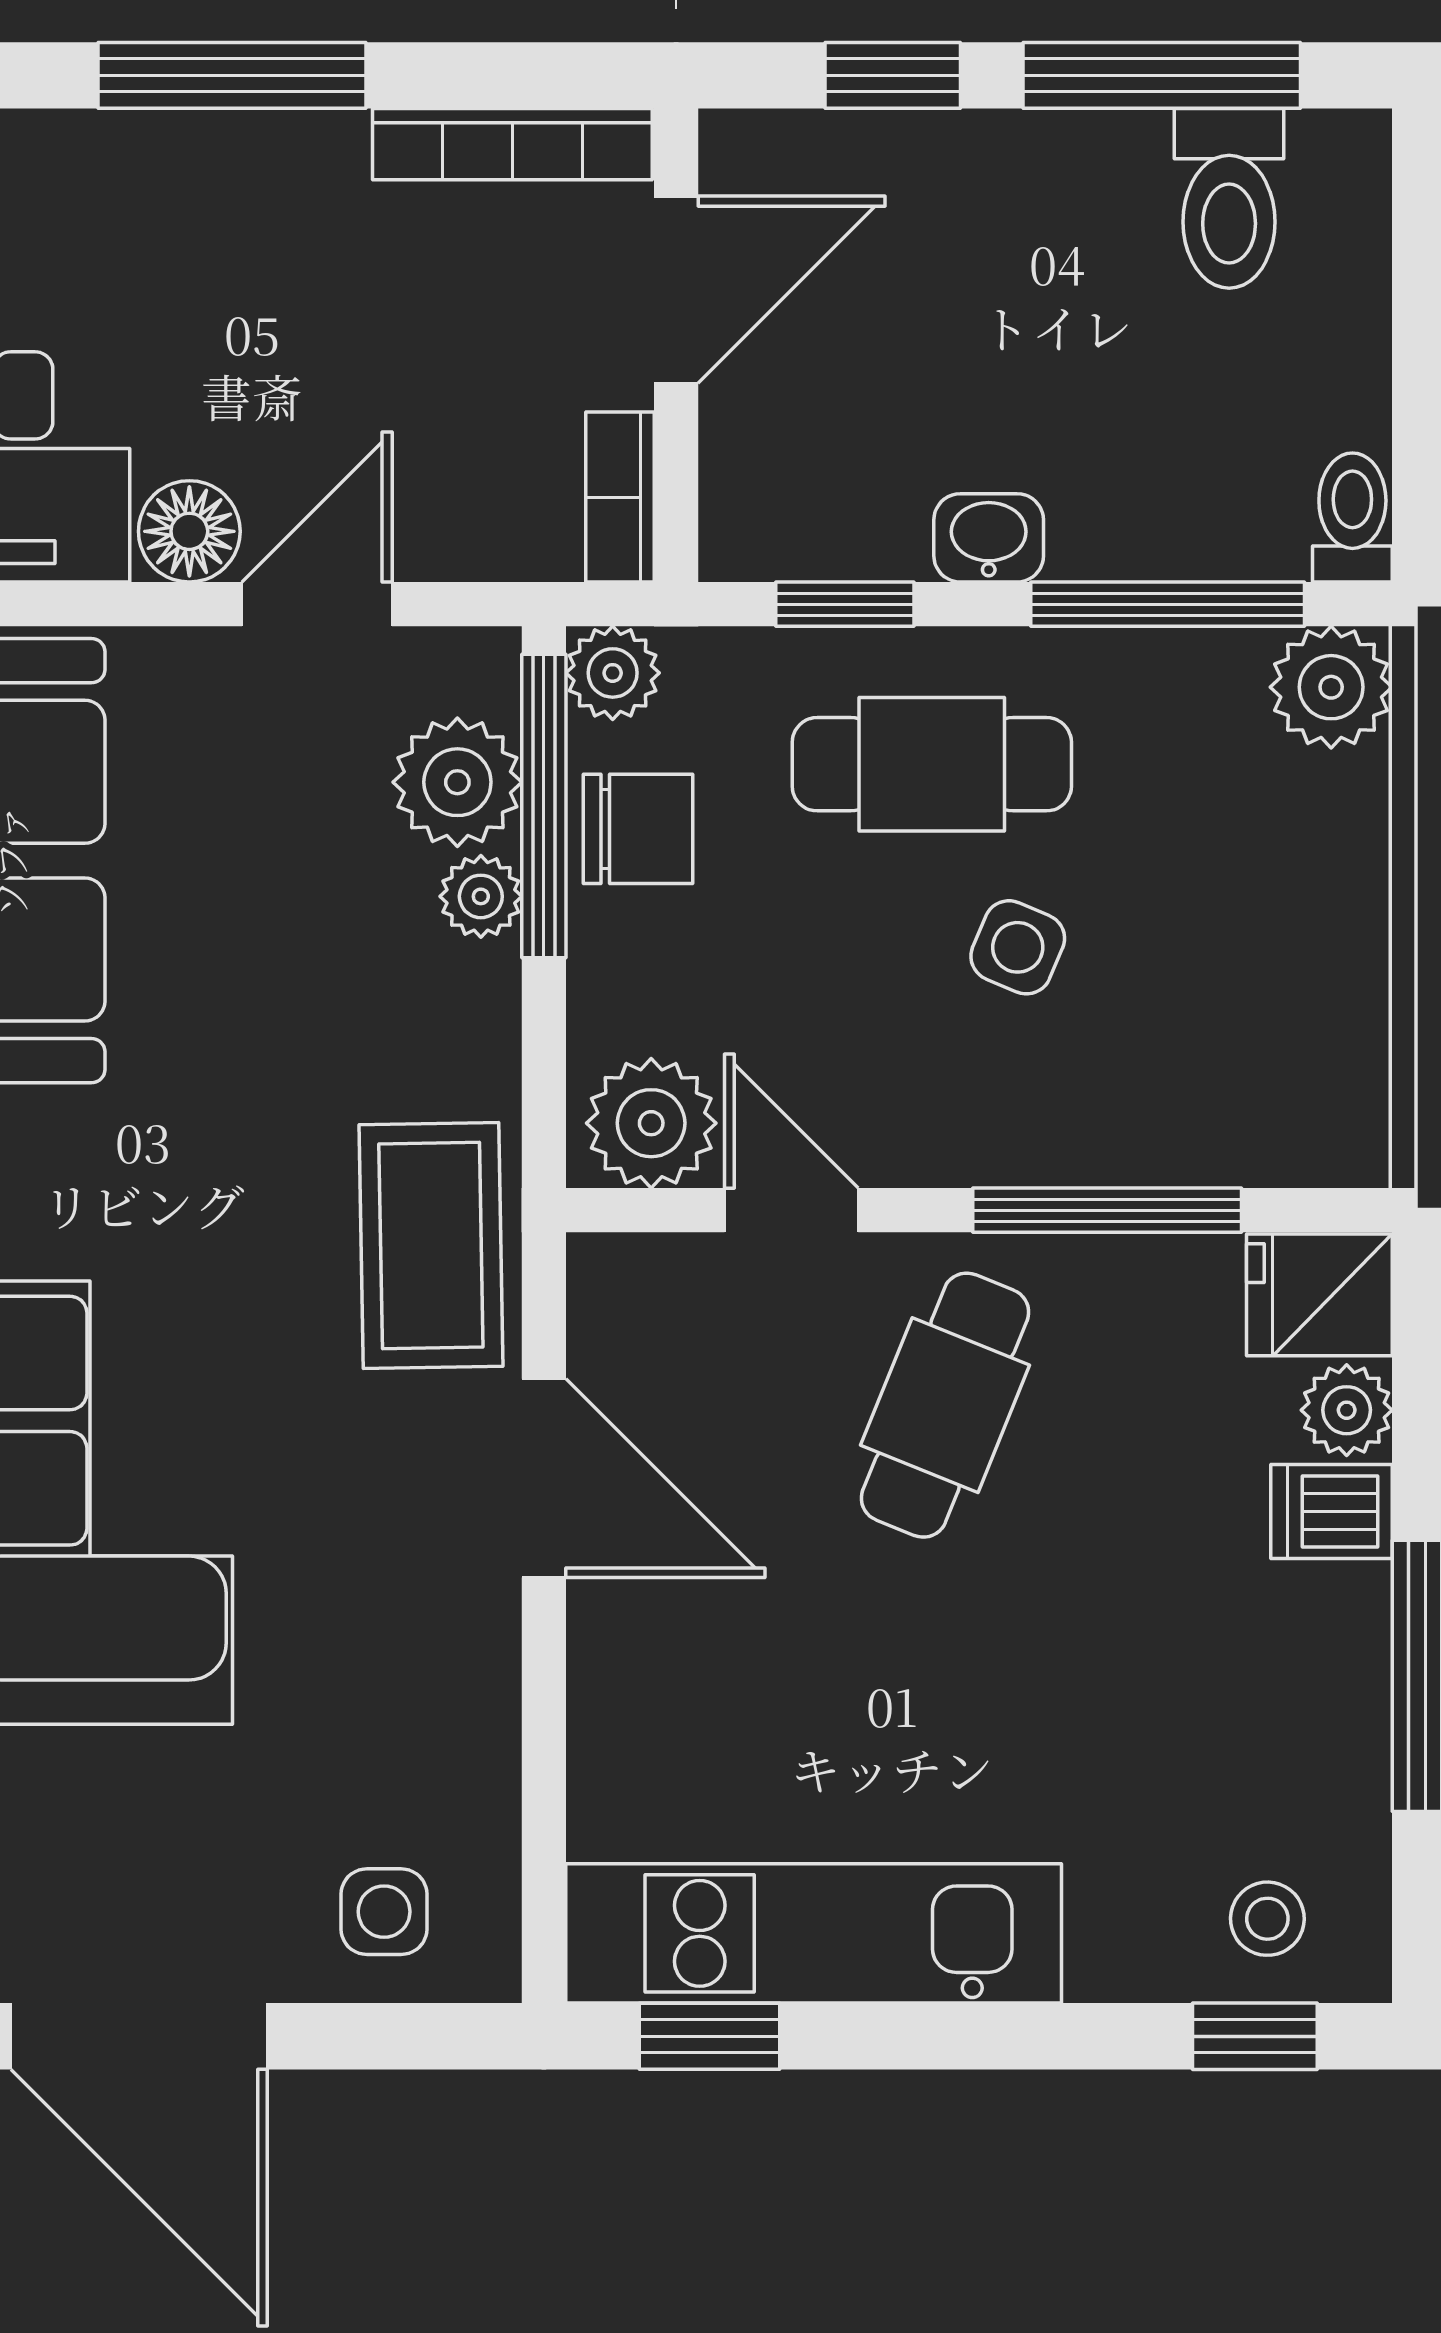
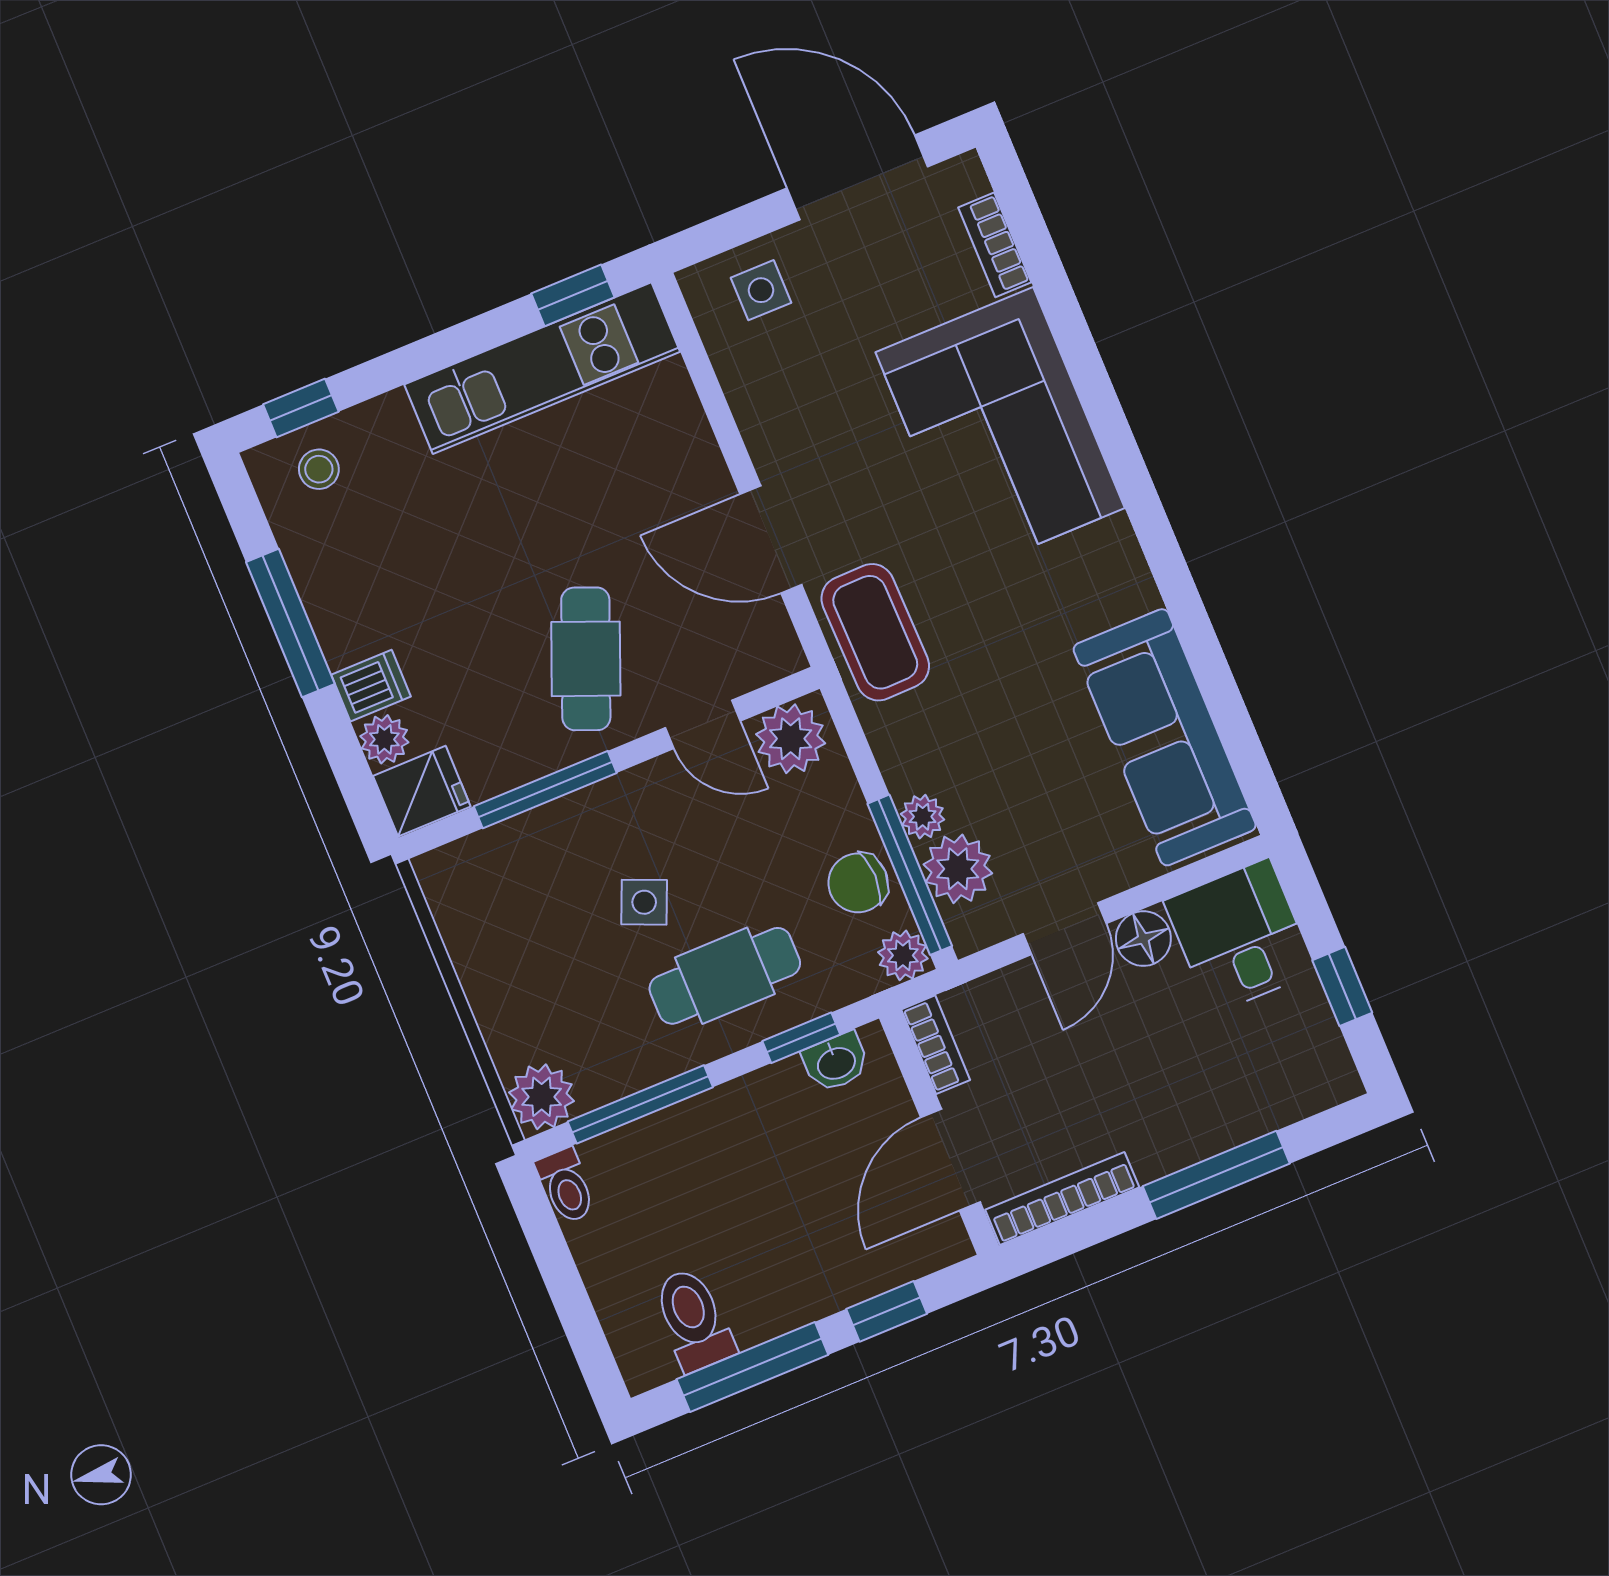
washbasin: (989, 538) -> (836, 1062), moved

